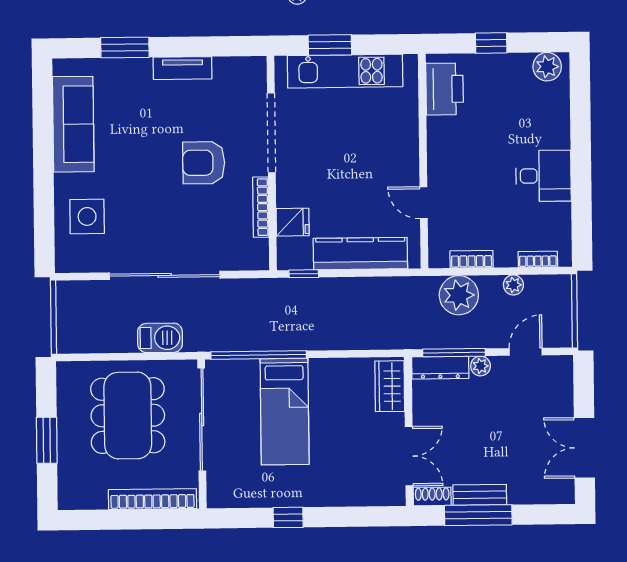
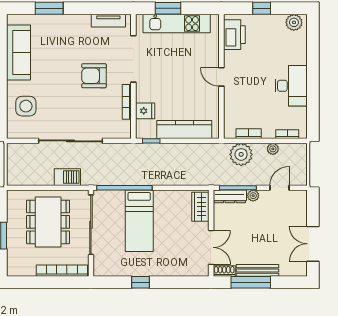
tv unit: (183, 68) -> (108, 21), moved
desk: (543, 176) -> (291, 86), width x1.37
door: (424, 203) -> (221, 77), moved
bench: (480, 495) -> (258, 270), width x1.36

